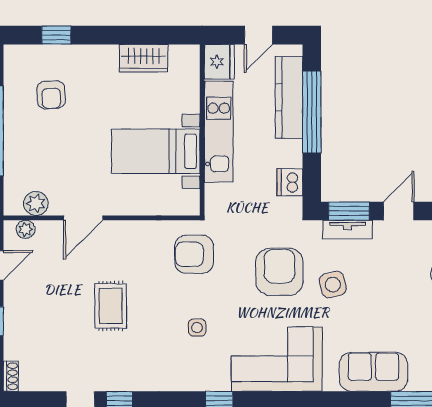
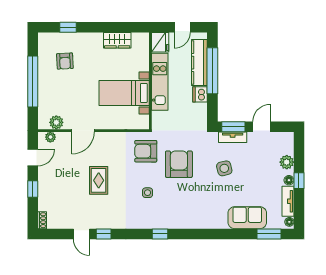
dishwasher: (290, 182) -> (200, 94), moved
armchair: (279, 272) -> (179, 164), moved
corner sofa: (277, 359) -> (193, 210), removed

